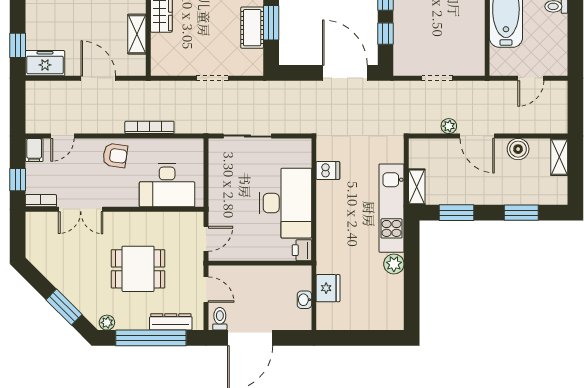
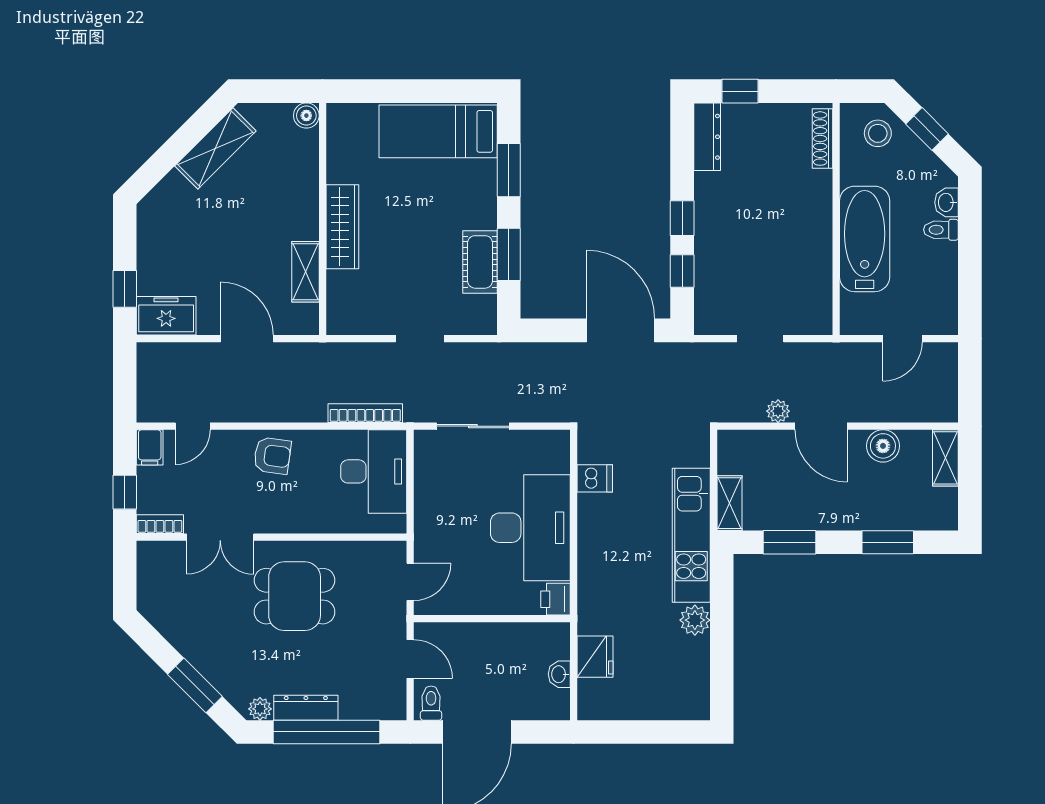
bookcase: (149, 127) -> (365, 413), moved
desk: (167, 185) -> (374, 471), moved, turned -90
dining table: (138, 269) -> (295, 596), moved
dresser: (171, 322) -> (306, 708), moved

